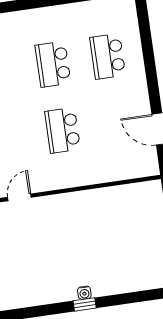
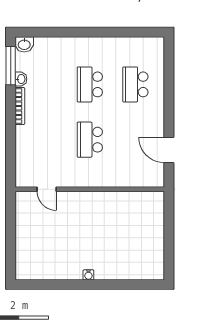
door: (19, 197) -> (47, 189), swing flipped
window: (85, 304) -> (87, 285), removed

